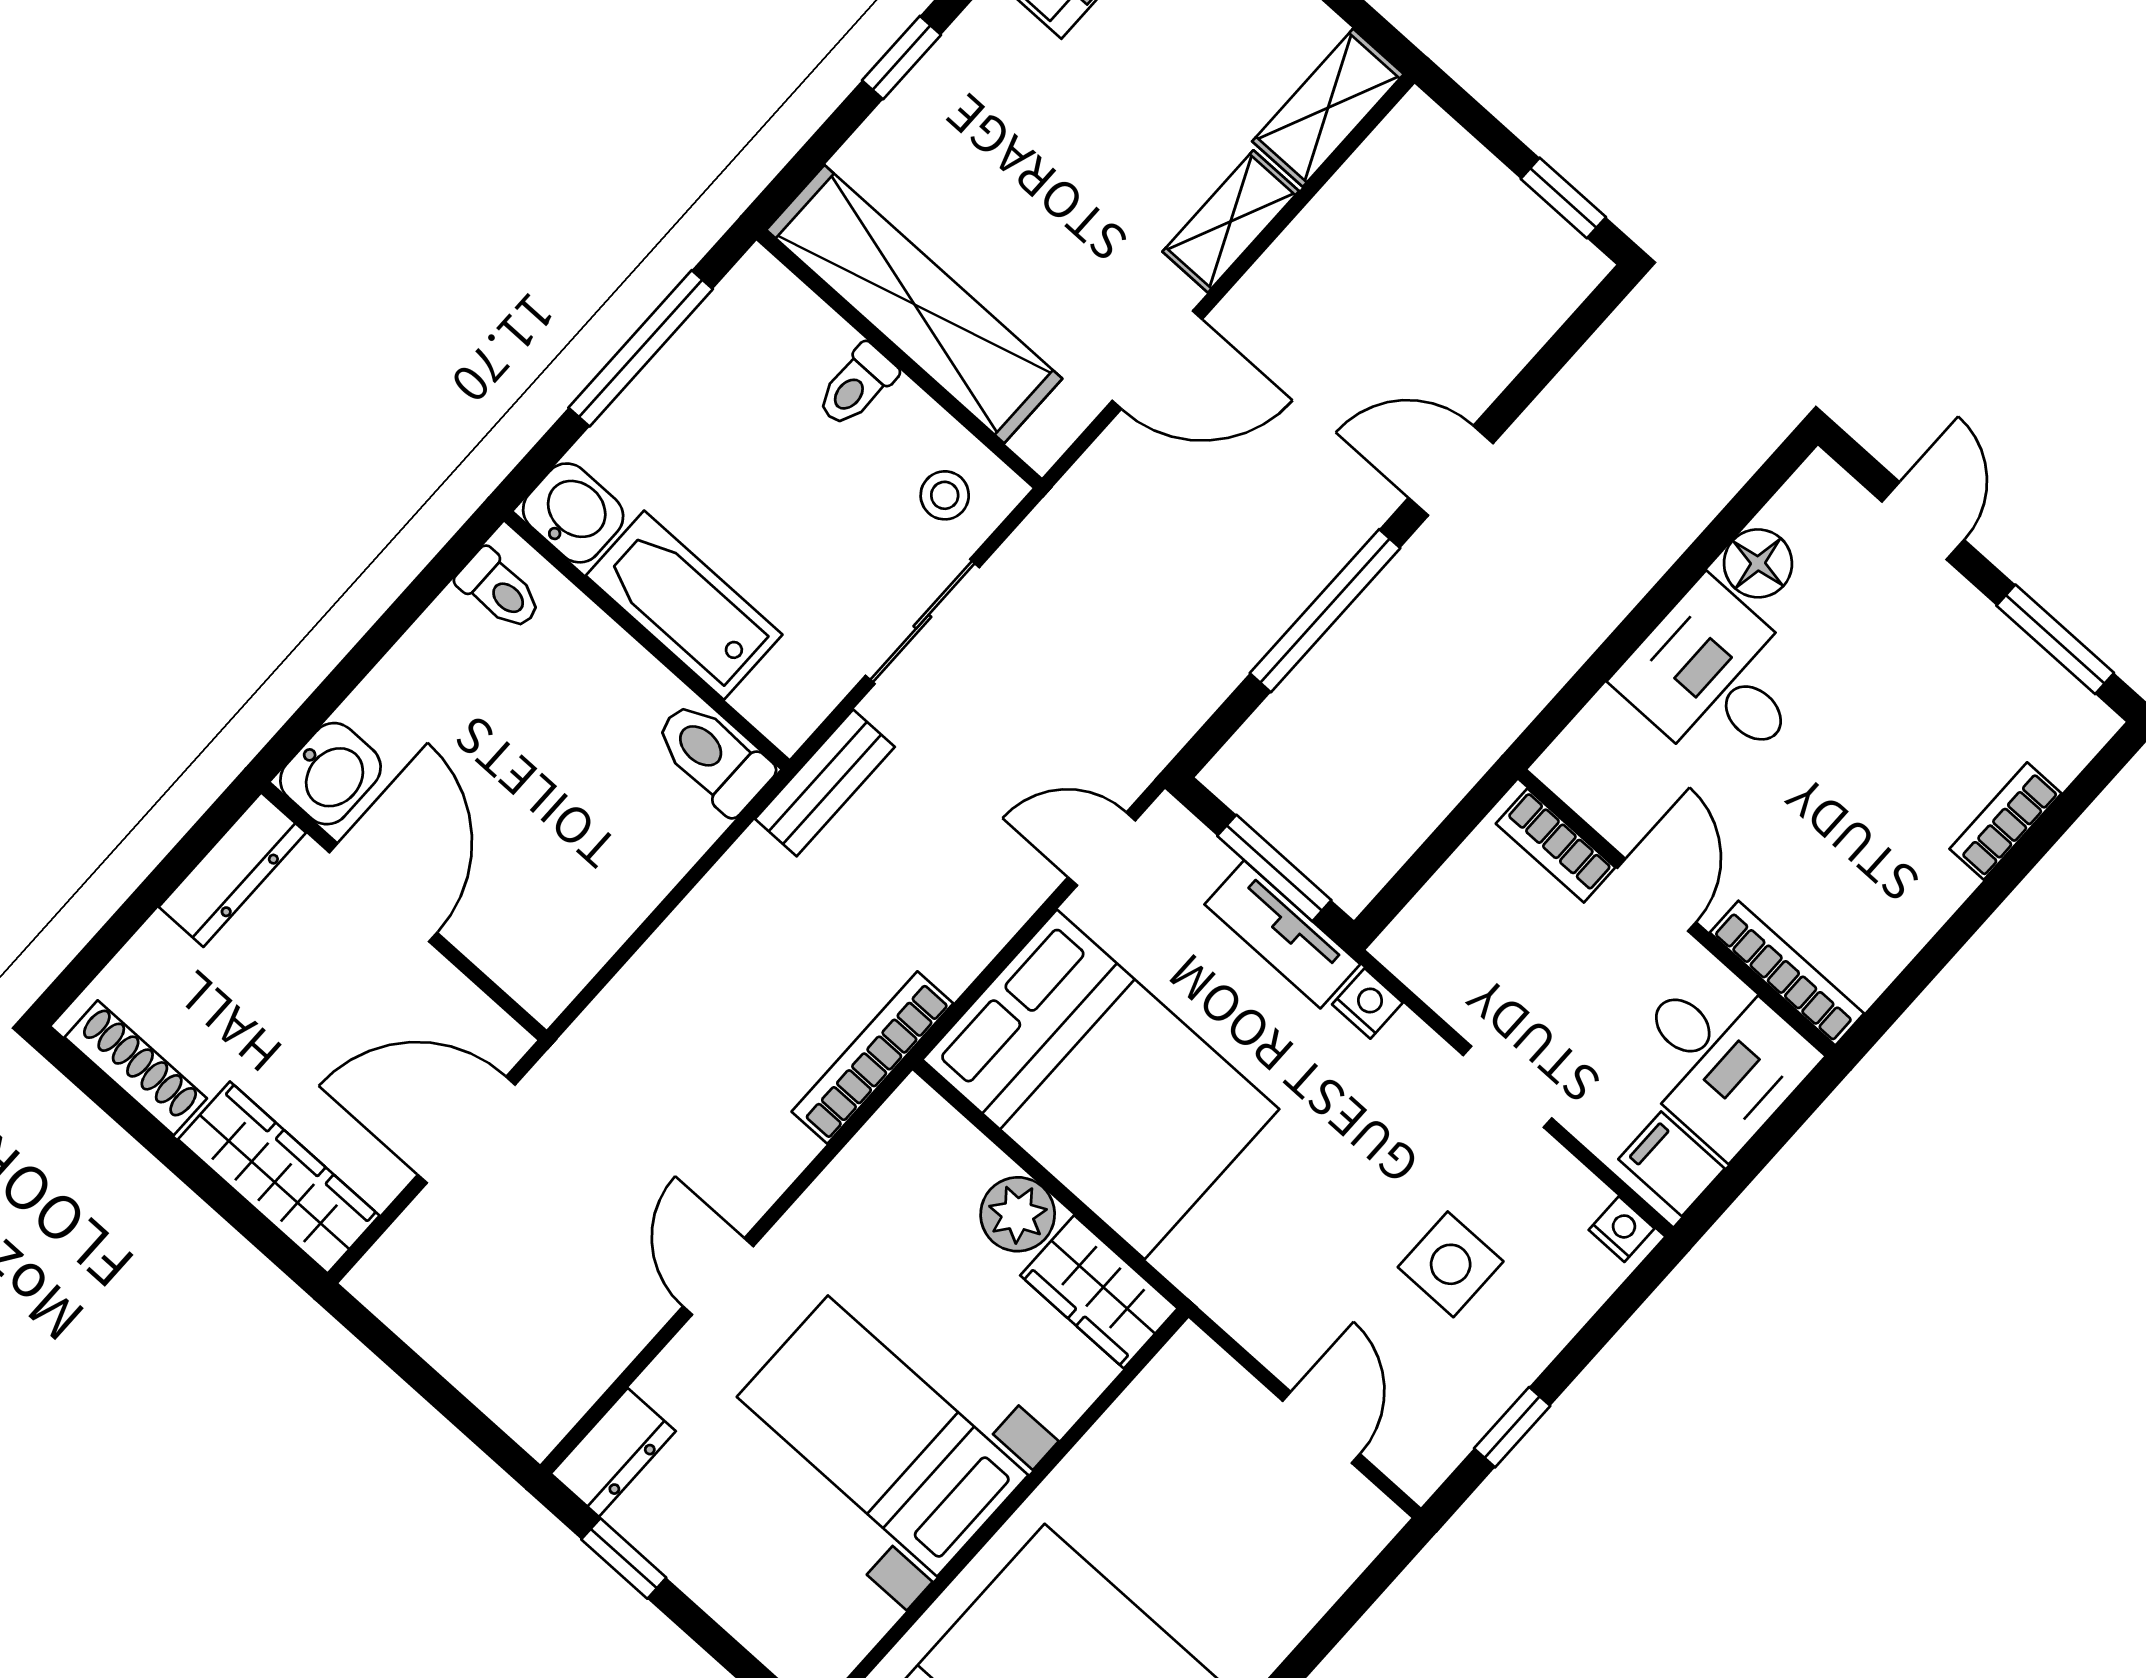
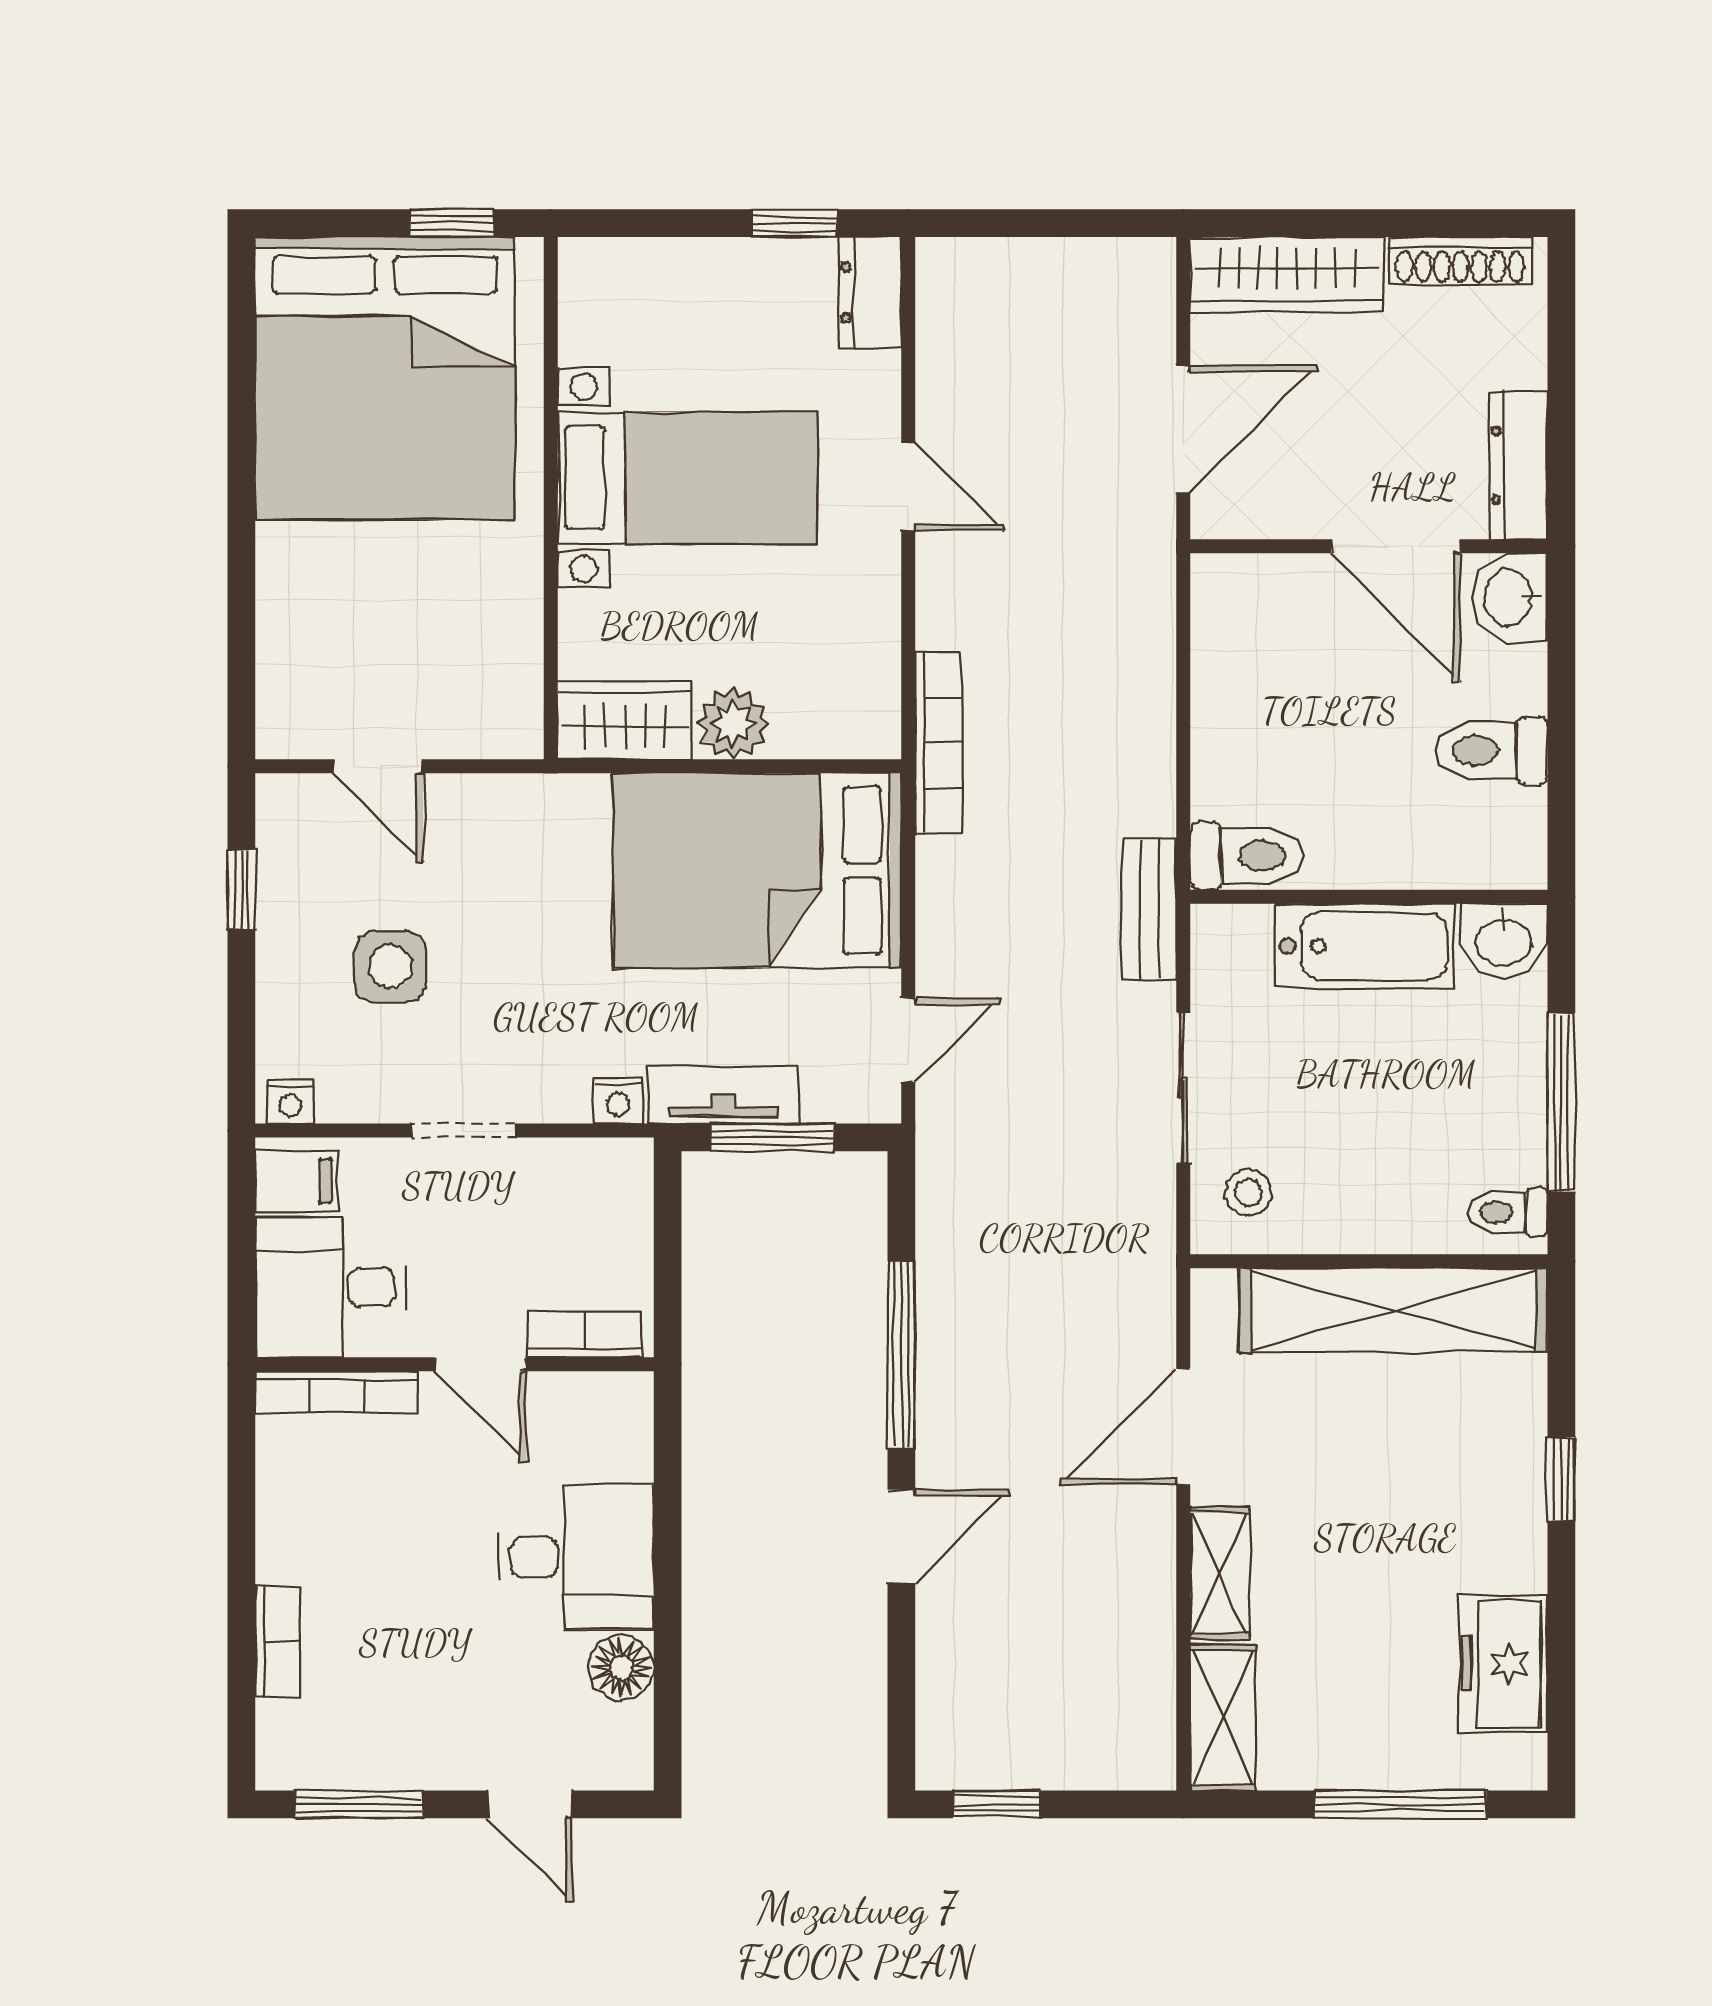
toilet: (857, 386) -> (1508, 1212), moved, turned -90
toilet: (499, 590) -> (1491, 750), moved, width x1.37, depth x1.39

